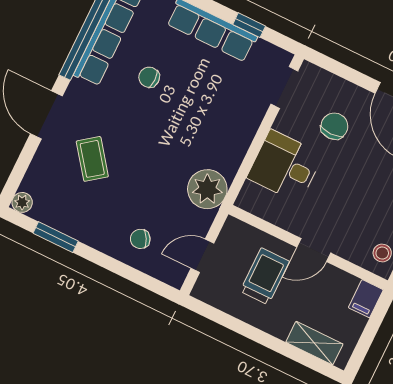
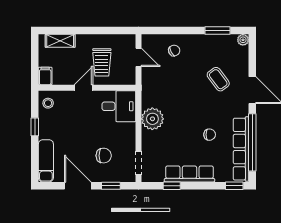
window: (346, 73) -> (111, 186), added
chair: (334, 126) -> (104, 156), turned -90
desk: (285, 166) -> (119, 106), moved
plant: (207, 189) -> (152, 119), moved
door: (202, 256) -> (138, 57), hinge flipped

